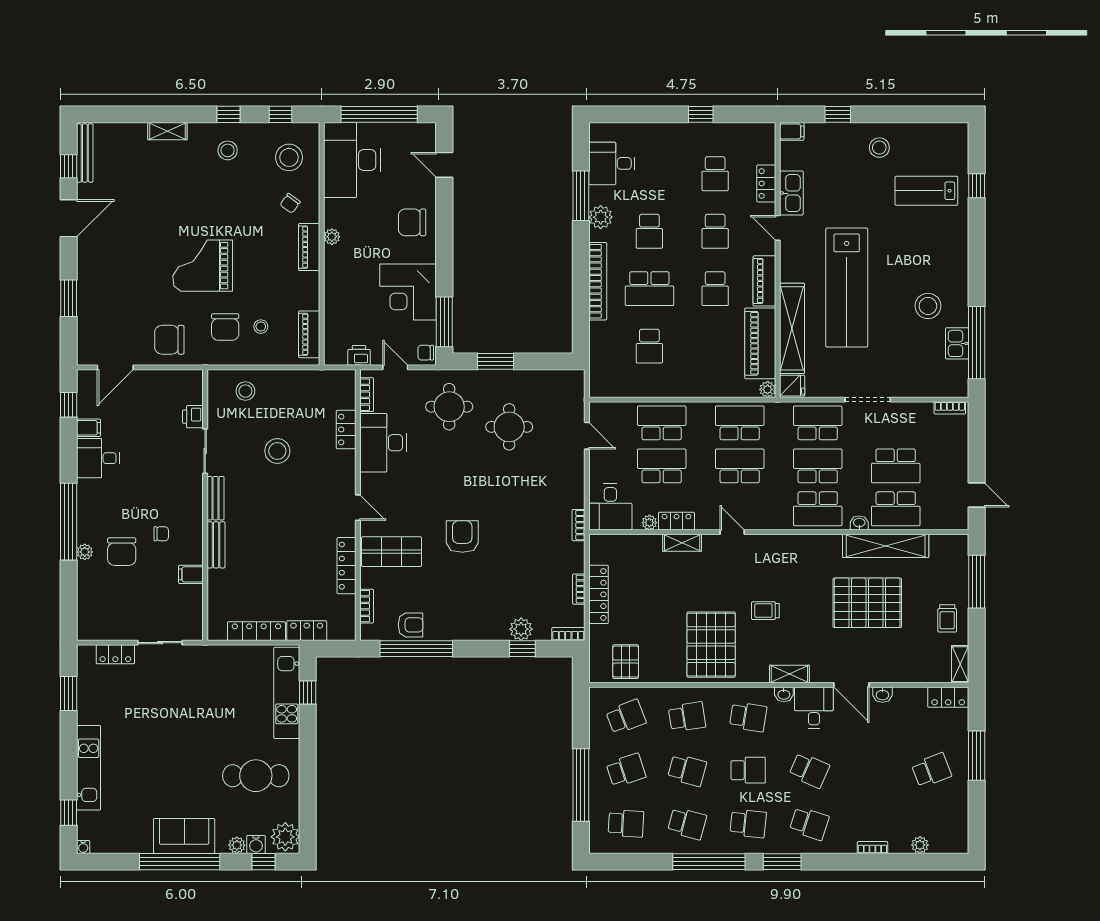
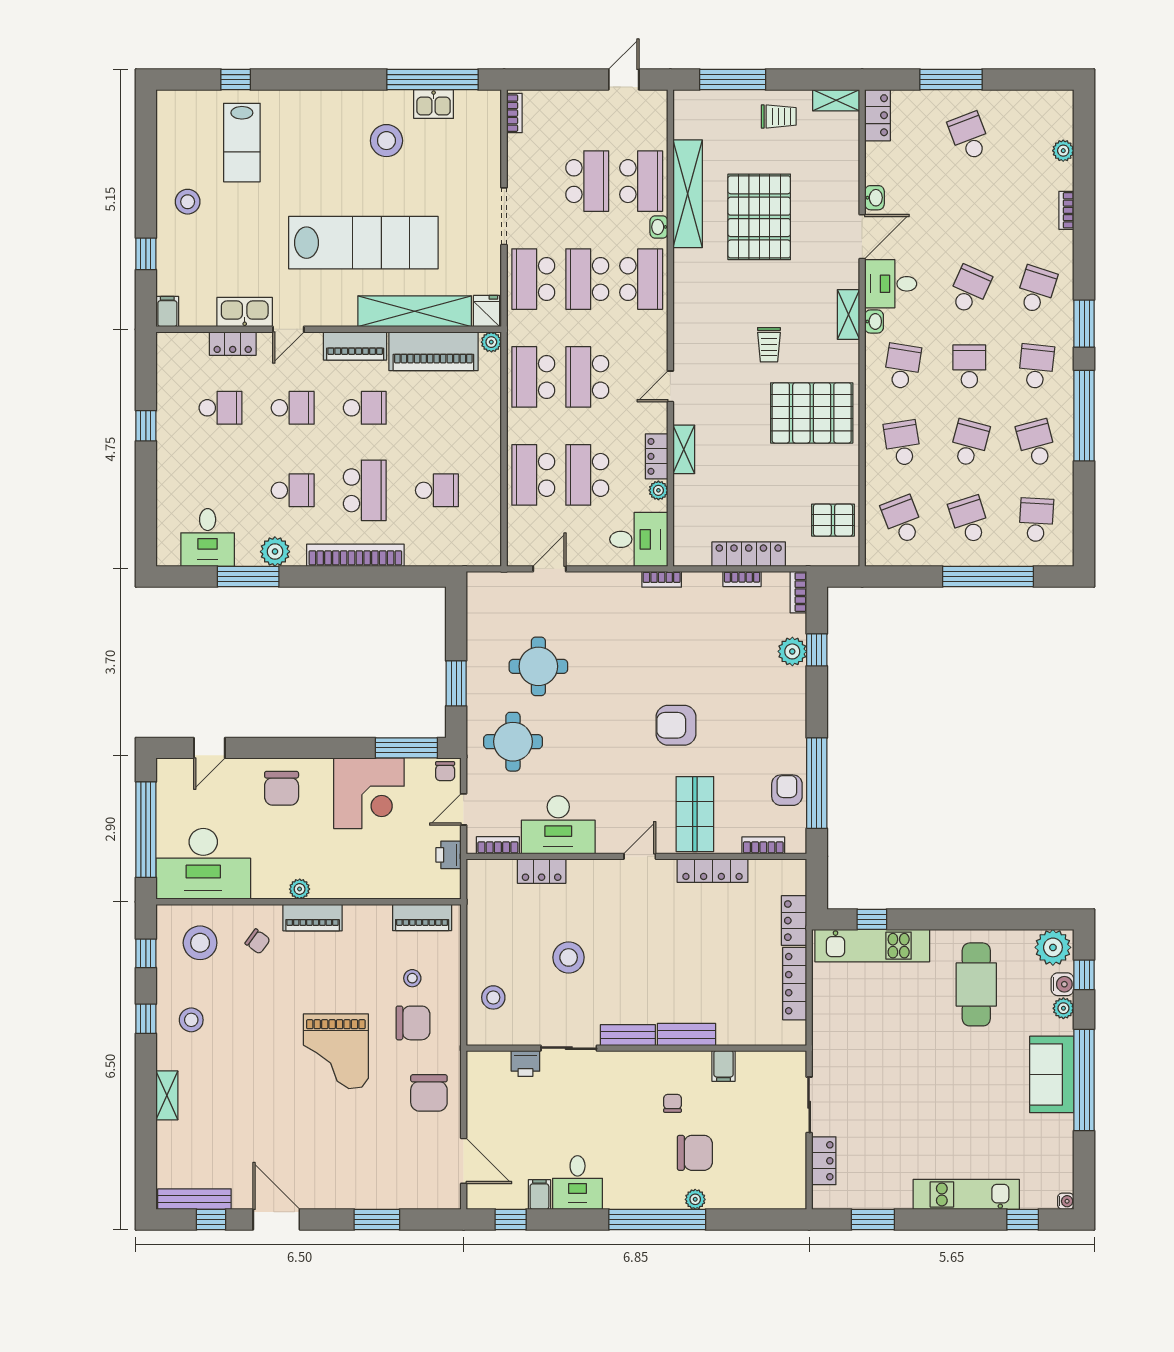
school desk: (687, 824) -> (1036, 443), turned -30

